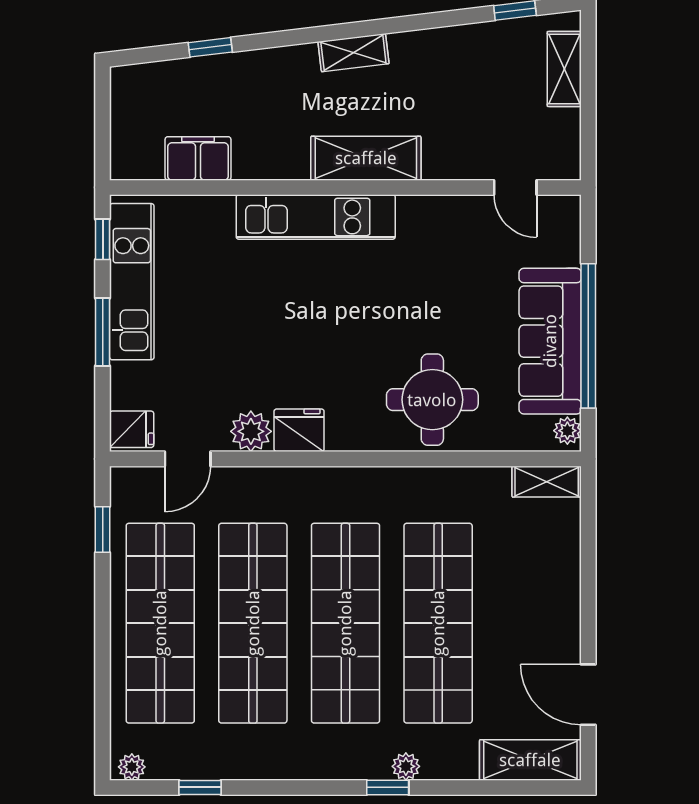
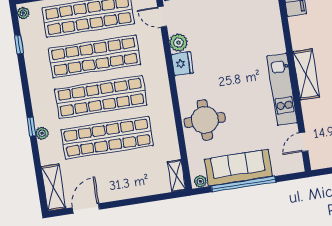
kitchen unit: (316, 217) -> (282, 89), moved

